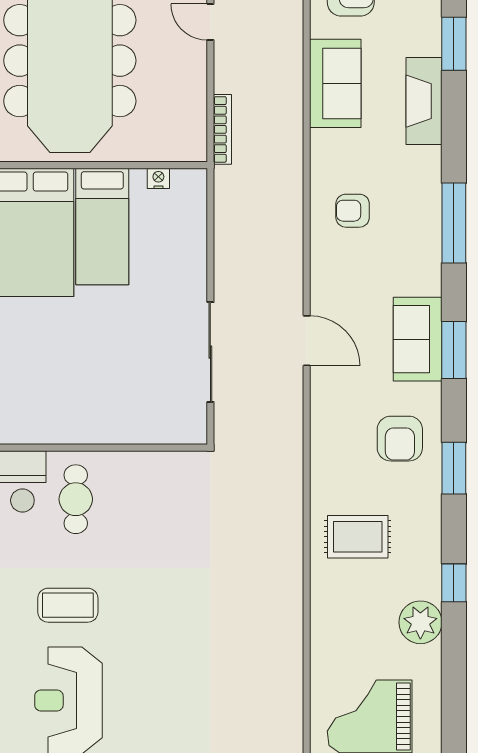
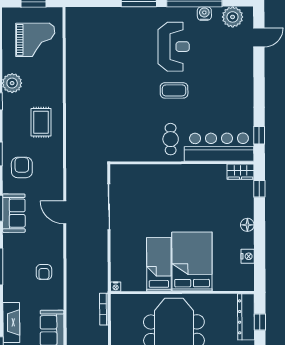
nightstand: (158, 178) -> (116, 287), moved
armchair: (353, 211) -> (44, 272), turned 90
rug: (358, 537) -> (41, 122), turned 90

